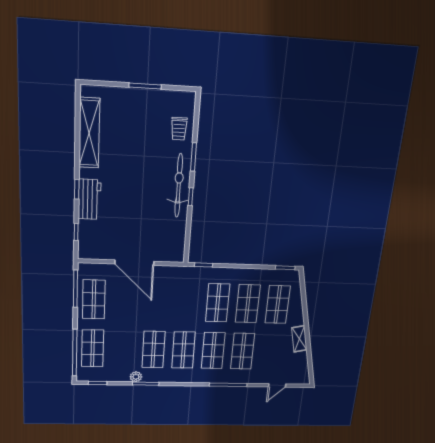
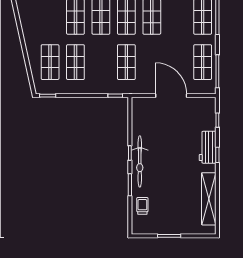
shop shelf: (218, 303) -> (126, 62), moved
shelving: (299, 339) -> (27, 30), removed

